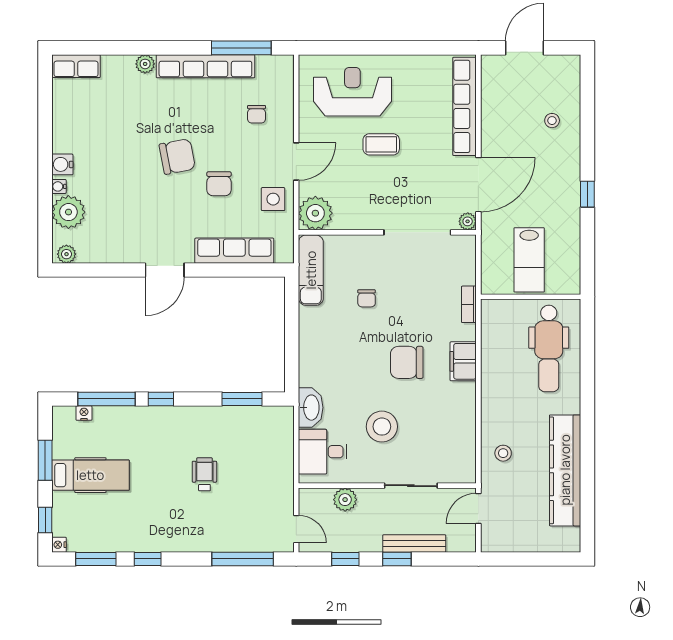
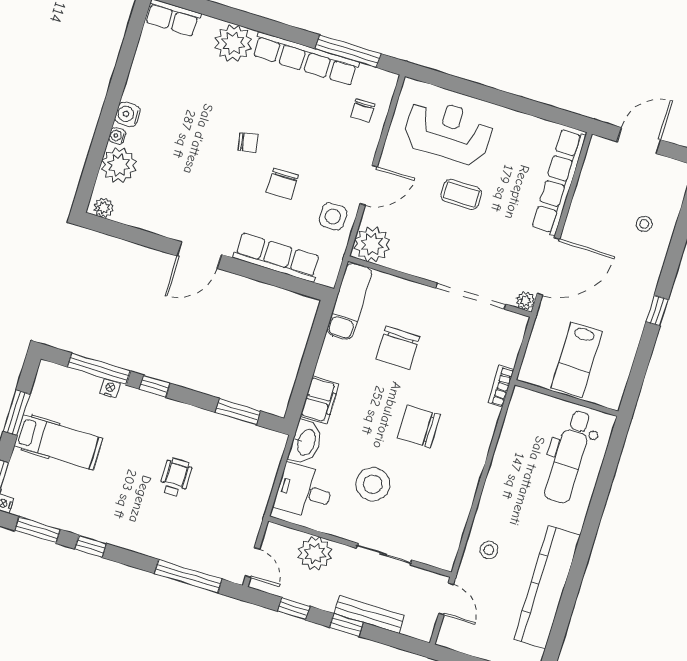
plant: (145, 64) -> (233, 43), width x1.88, depth x1.88
chair: (257, 114) -> (363, 110), moved
chair: (177, 156) -> (248, 142), width x0.54, depth x0.54
chair: (367, 298) -> (398, 348), width x1.87, depth x1.87
filing cabinet: (463, 361) -> (320, 400), moved, turned 180
nightstand: (84, 413) -> (110, 388), moved
plant: (345, 500) -> (315, 553), width x1.36, depth x1.36
door: (478, 508) -> (446, 599), swing flipped

